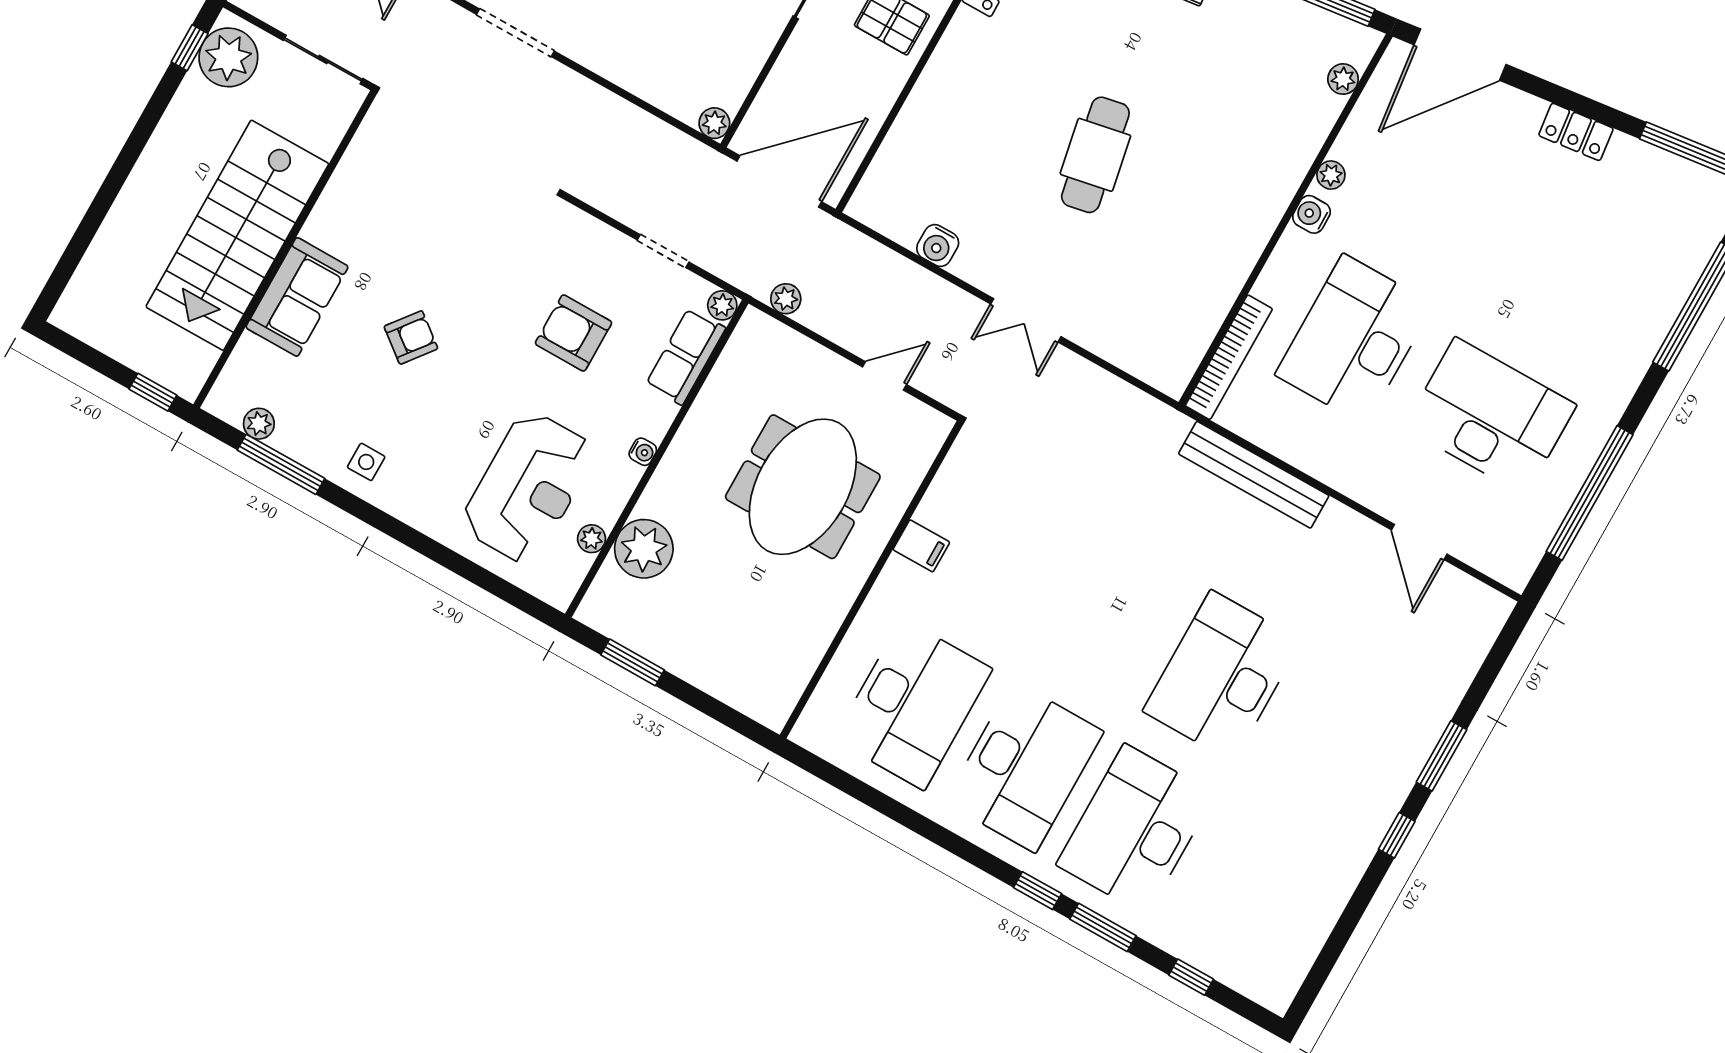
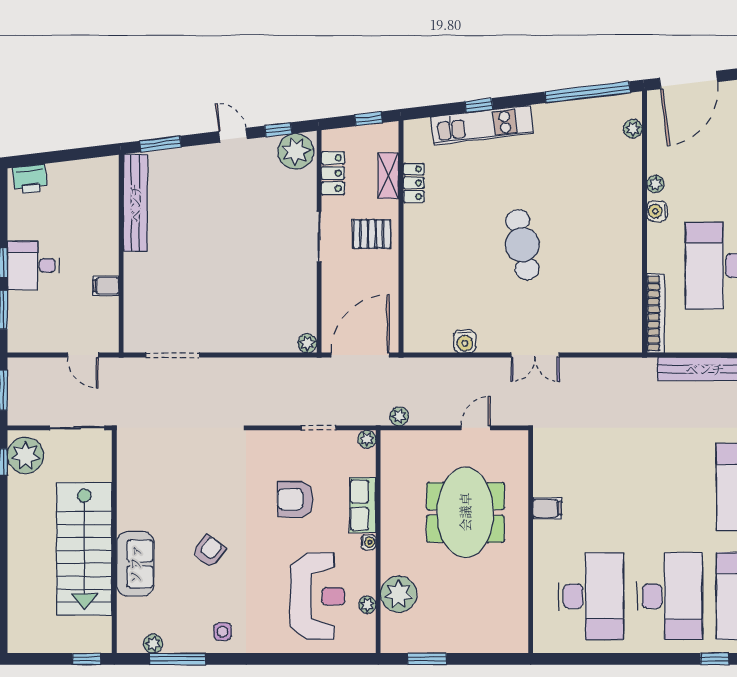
row of seats: (686, 356) -> (363, 505), moved

